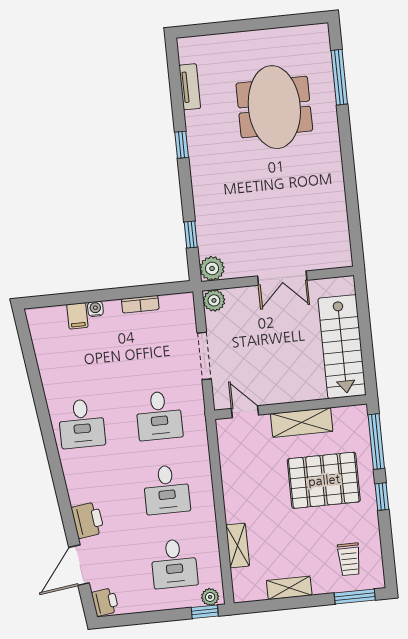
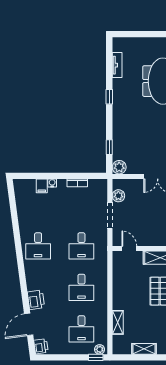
plant: (214, 300) -> (118, 196), moved

